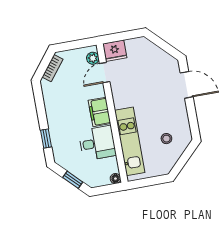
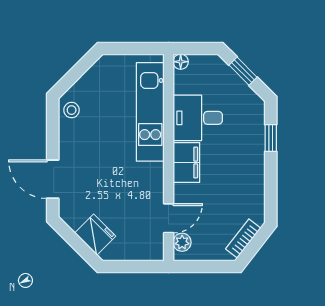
fridge: (115, 51) -> (95, 235), moved, turned 45
stool: (166, 139) -> (72, 110), moved

